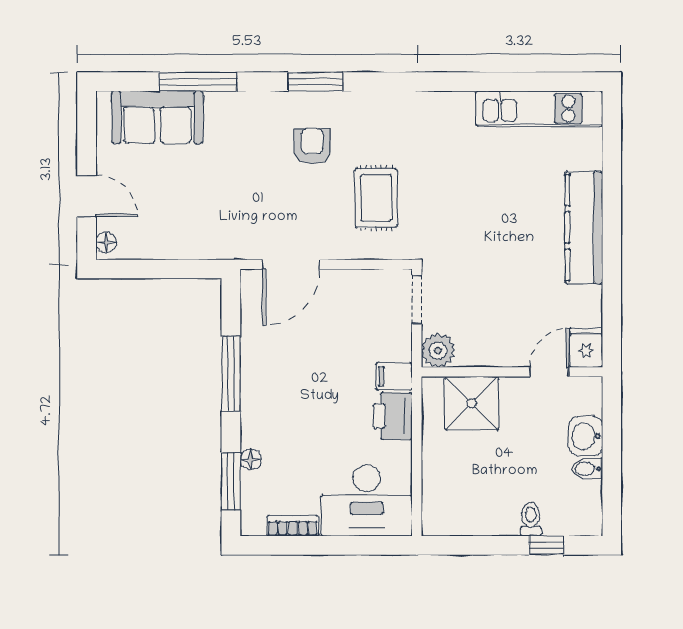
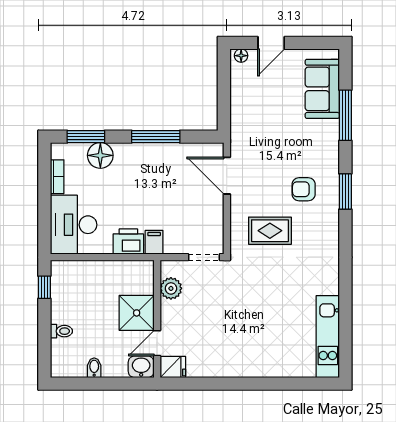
armchair: (312, 146) -> (304, 189), turned 180
kitchen counter: (584, 227) -> (251, 366), removed
plant: (438, 350) -> (171, 288), moved
door: (549, 372) -> (157, 343), swing flipped
shower: (472, 403) -> (137, 313), moved
washbasin: (586, 436) -> (141, 367), moved
floor lamp: (251, 459) -> (100, 155), width x1.89, depth x1.89
window: (546, 545) -> (44, 287), moved

